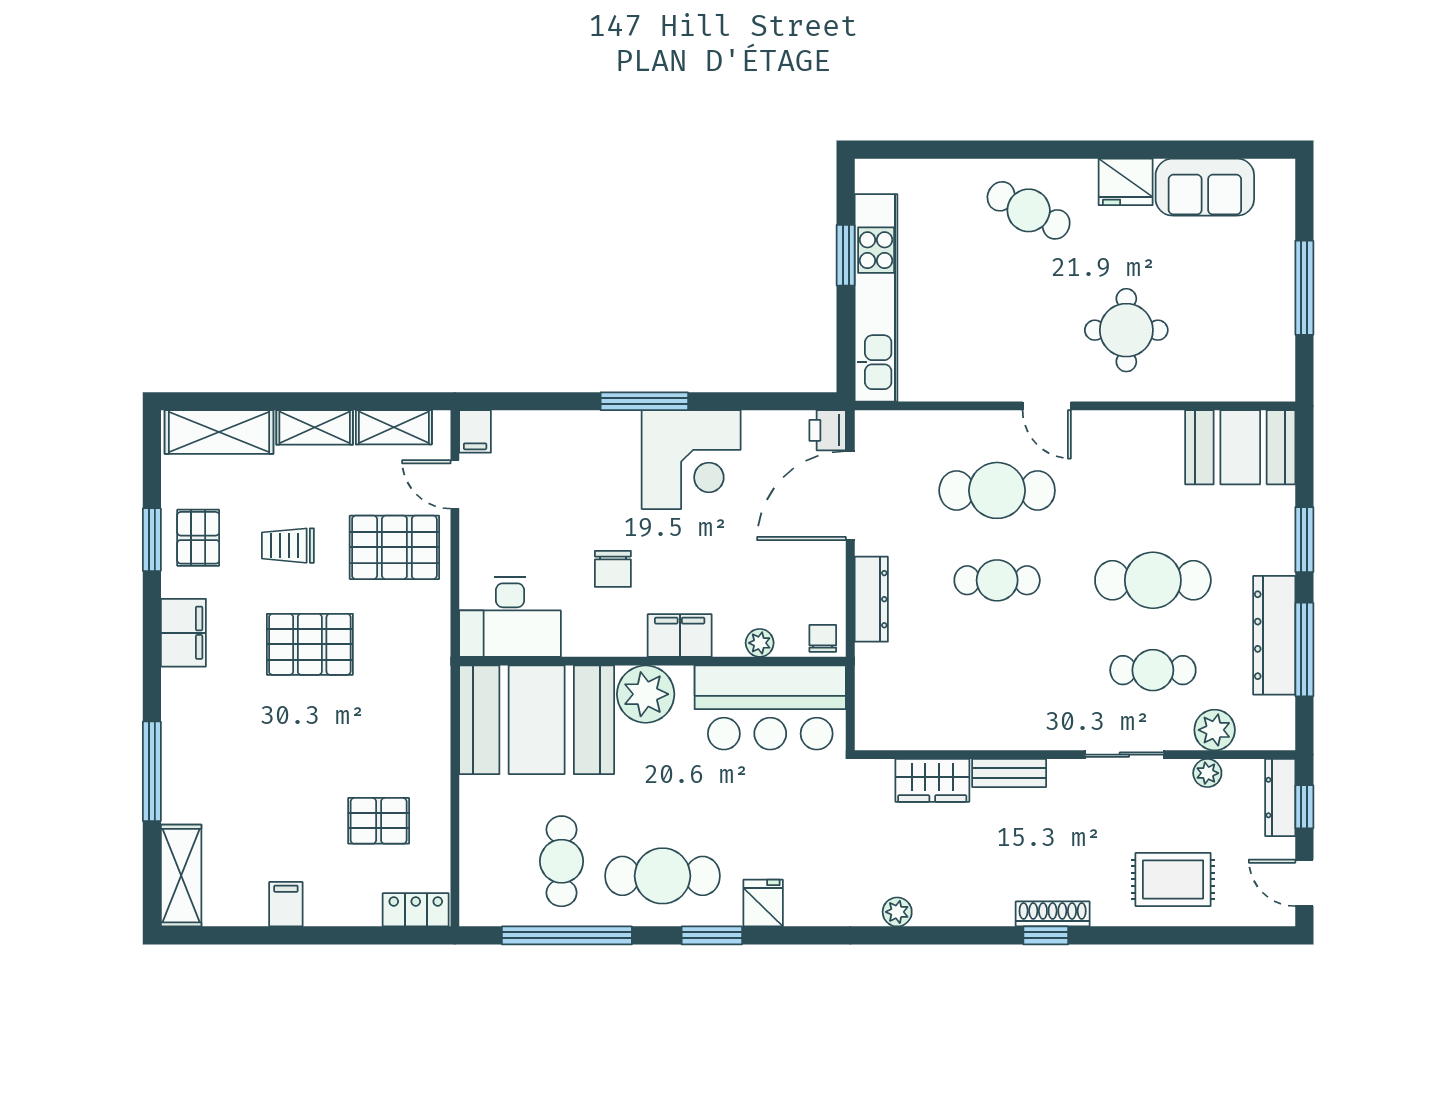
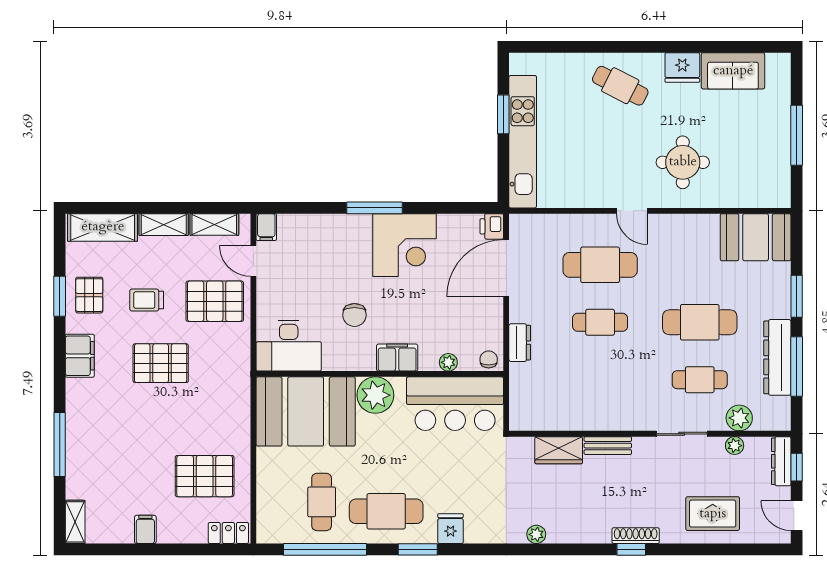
dresser: (871, 599) -> (520, 343), width x0.70
pallet: (379, 821) -> (205, 476), width x1.50, depth x1.42
shelving: (181, 876) -> (75, 522), width x0.67, depth x0.75

